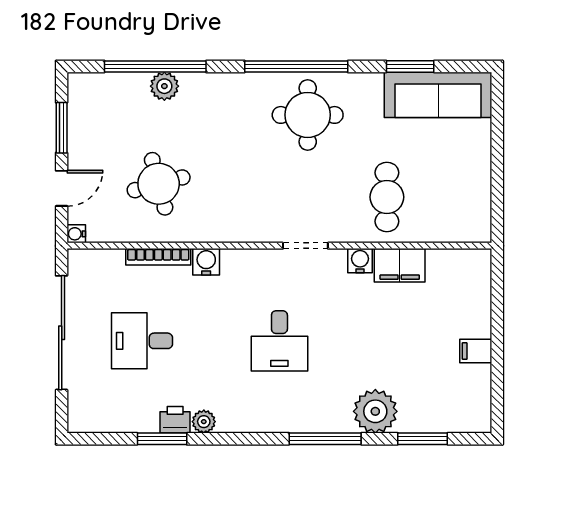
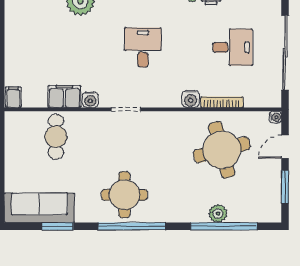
round table: (159, 184) -> (222, 150), width x1.36, depth x1.36
cafe table: (387, 197) -> (56, 137), moved
filing cabinet: (476, 351) -> (13, 97), moved, turned -90

